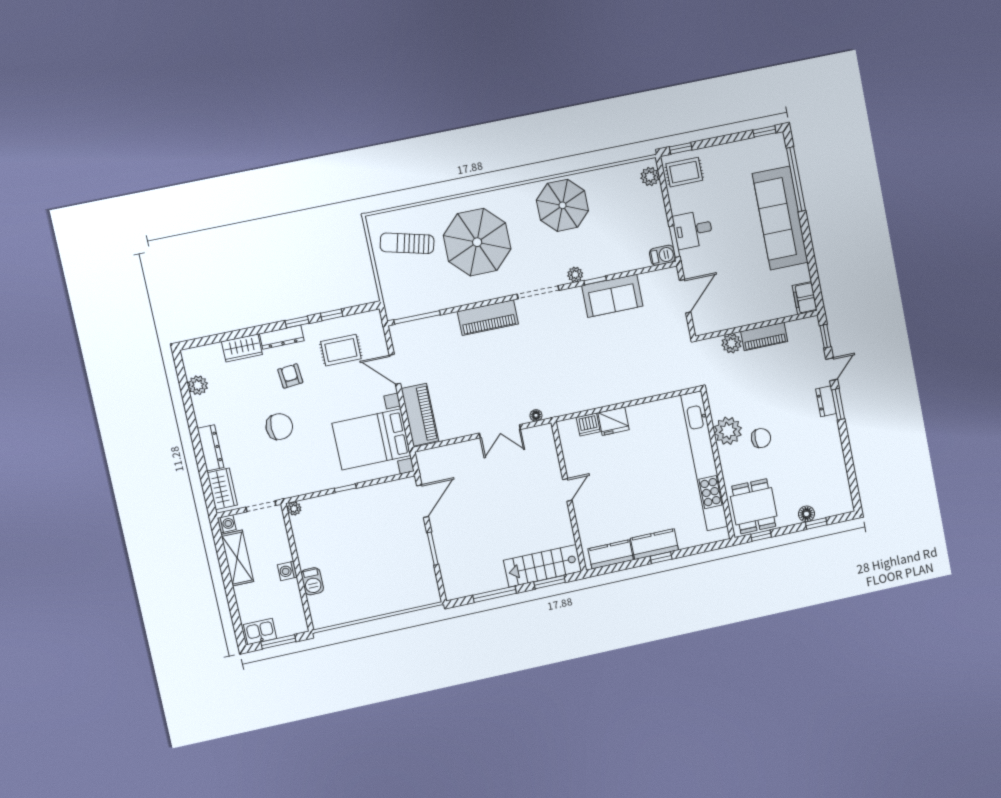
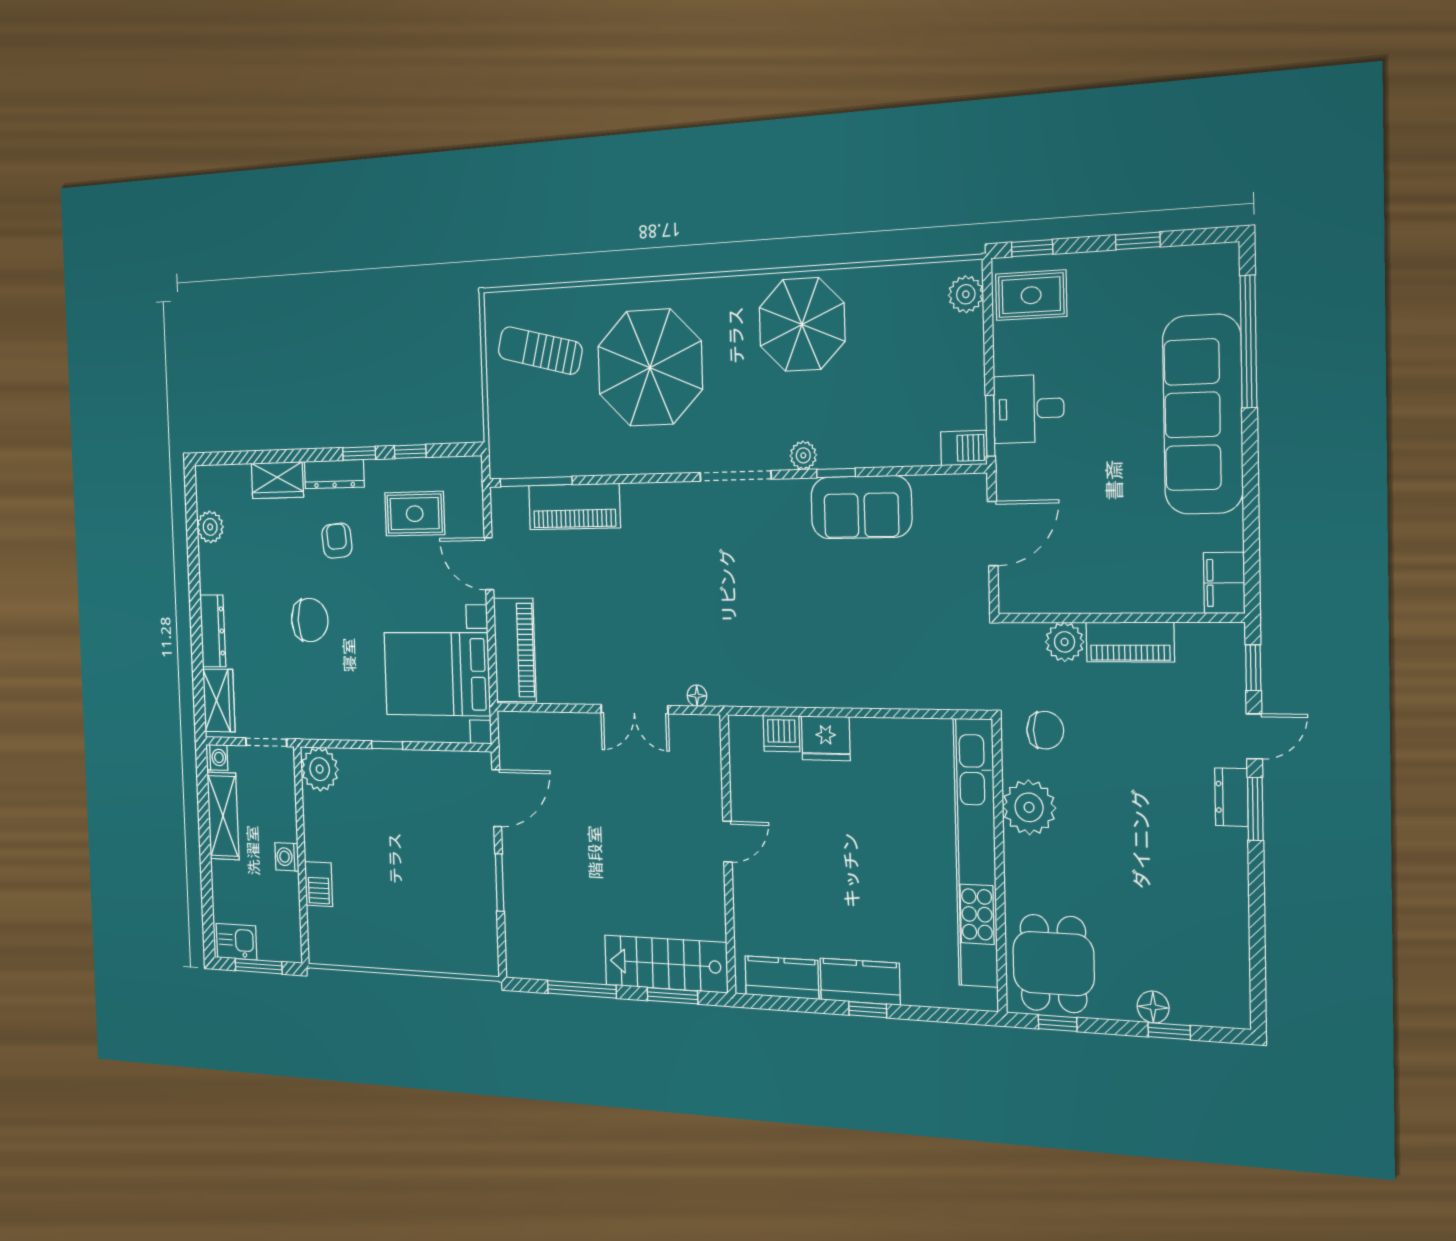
window: (764, 131) -> (1138, 241), moved
piano: (488, 318) -> (574, 507), moved
chair: (761, 438) -> (1045, 730), moved
plant: (294, 509) -> (320, 769), width x1.87, depth x1.87

